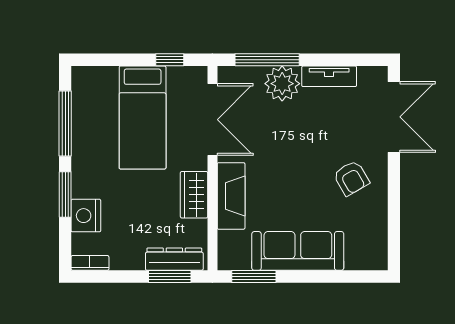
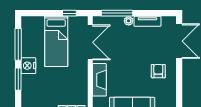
plant: (282, 84) -> (129, 21), width x0.53, depth x0.53
armchair: (351, 178) -> (158, 71), turned -150
wardrobe: (194, 195) -> (81, 79), removed
nightstand: (86, 216) -> (28, 66), moved

